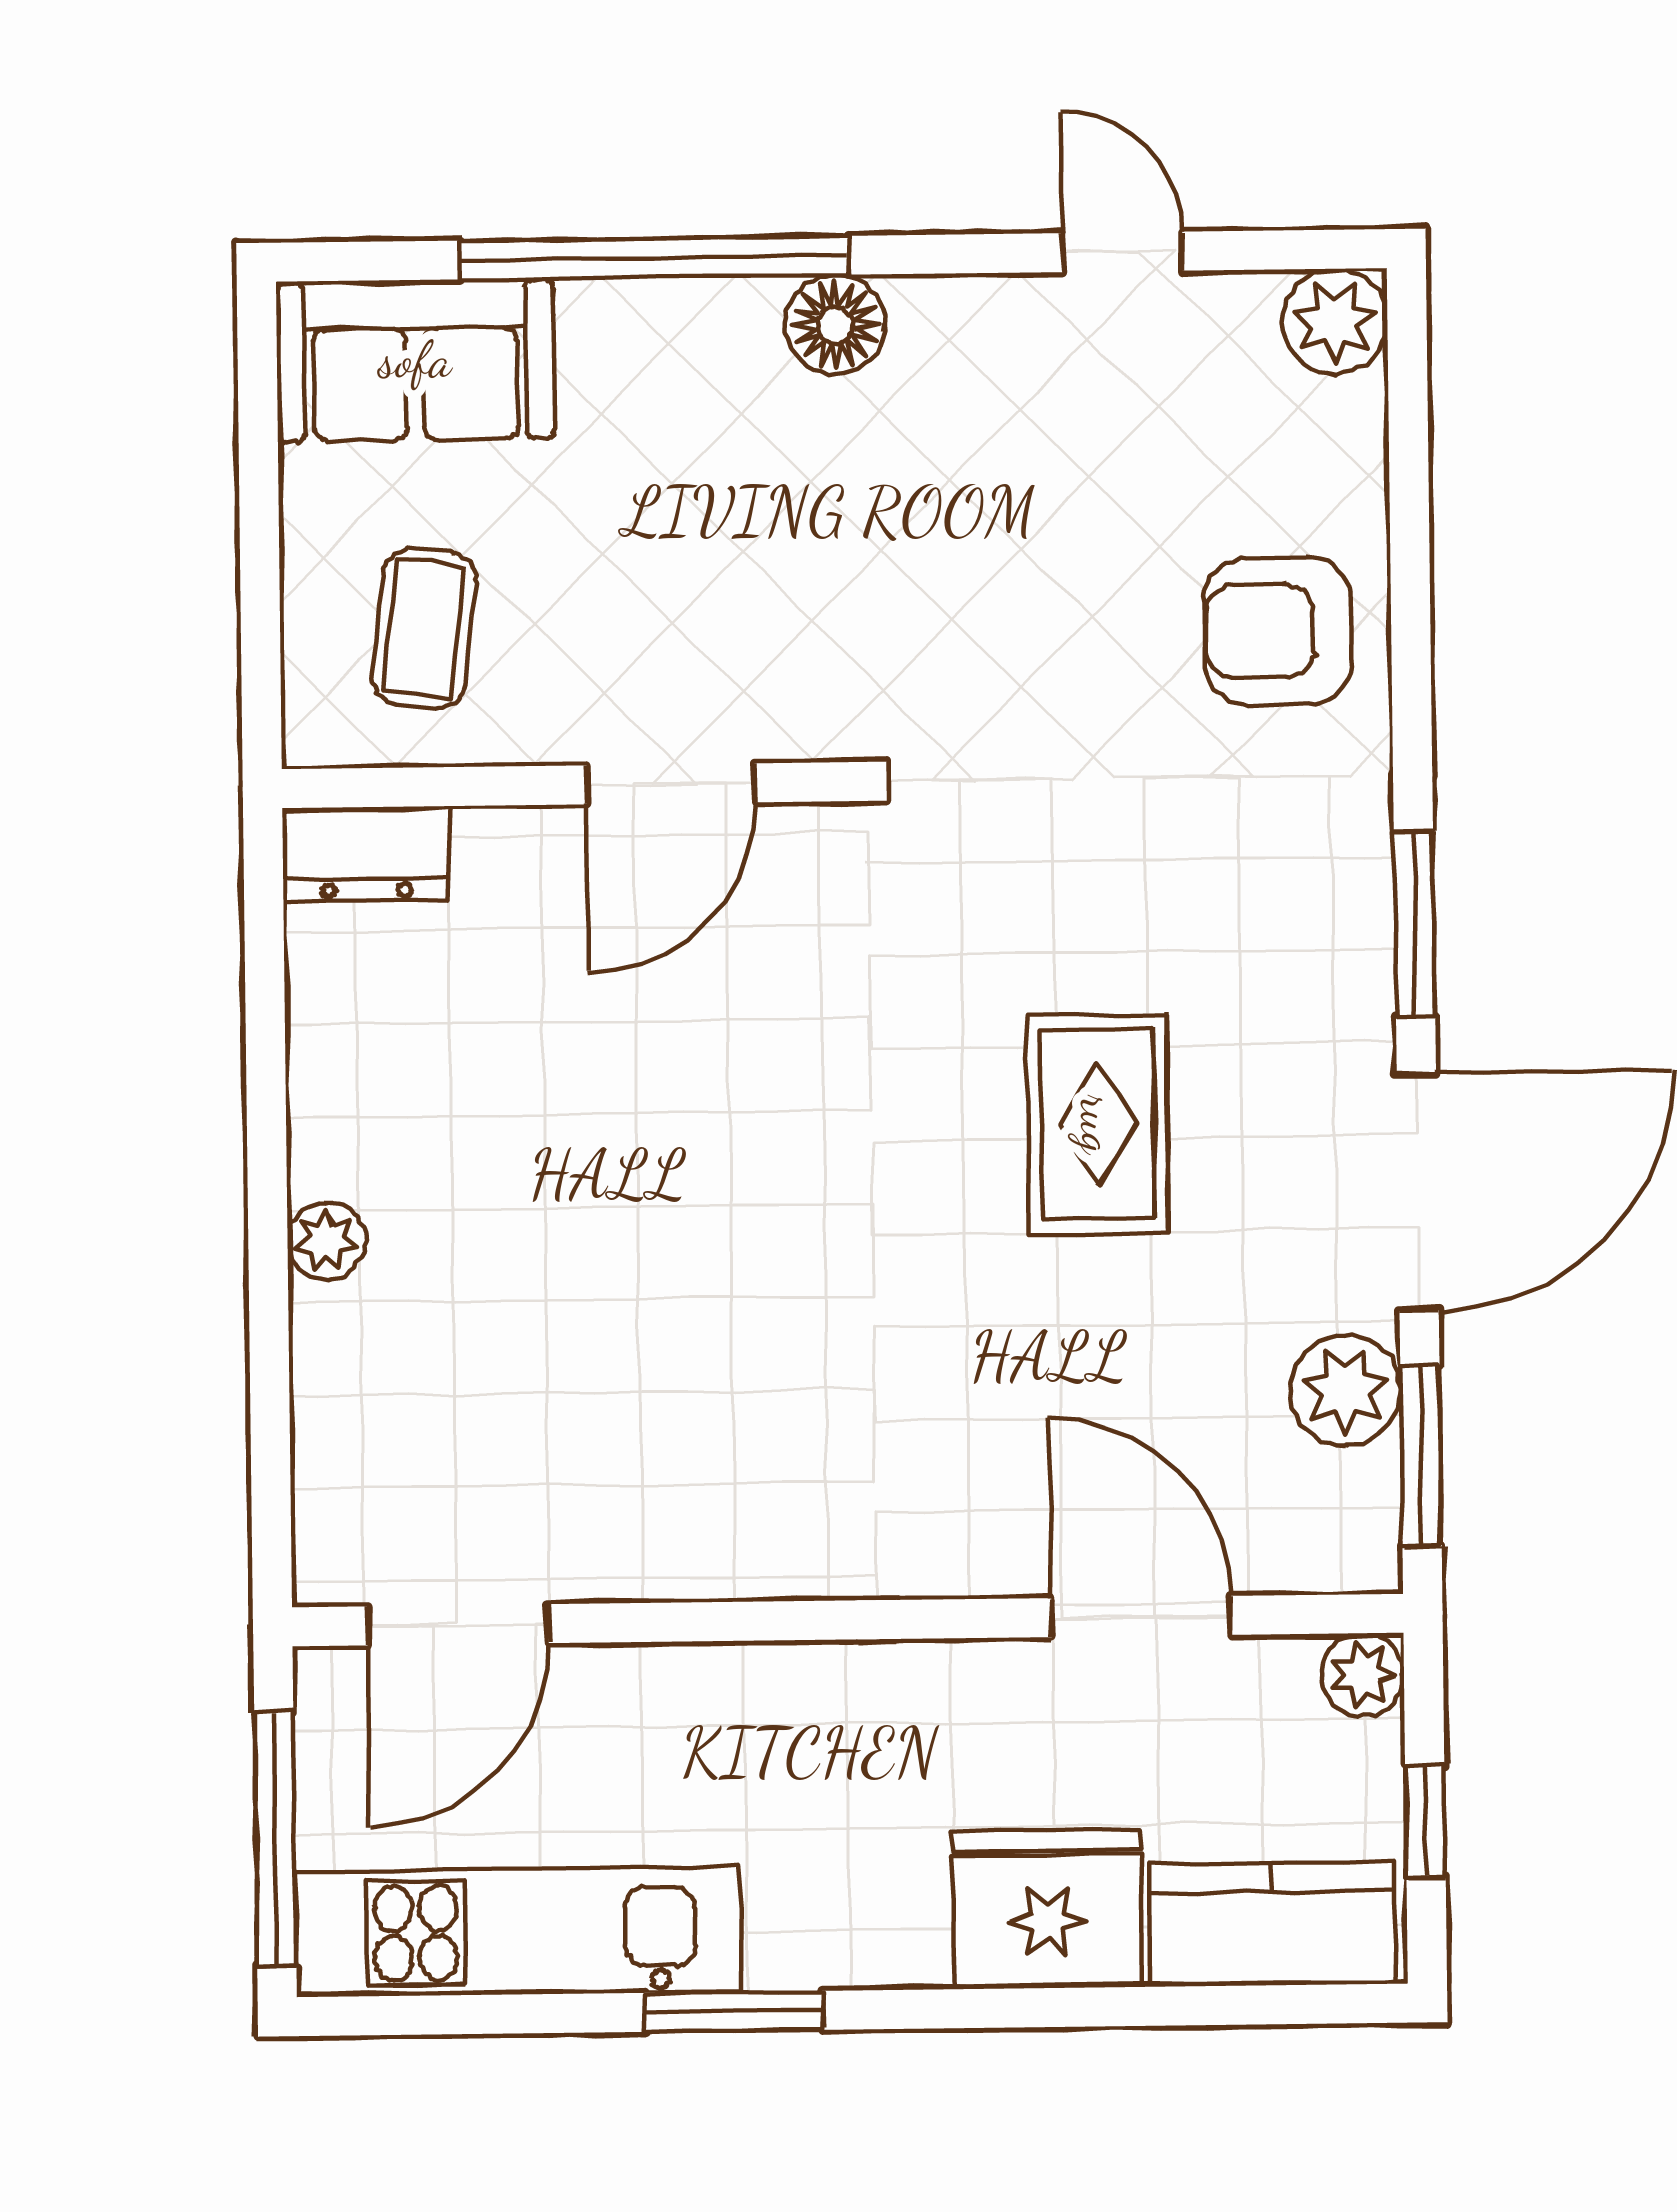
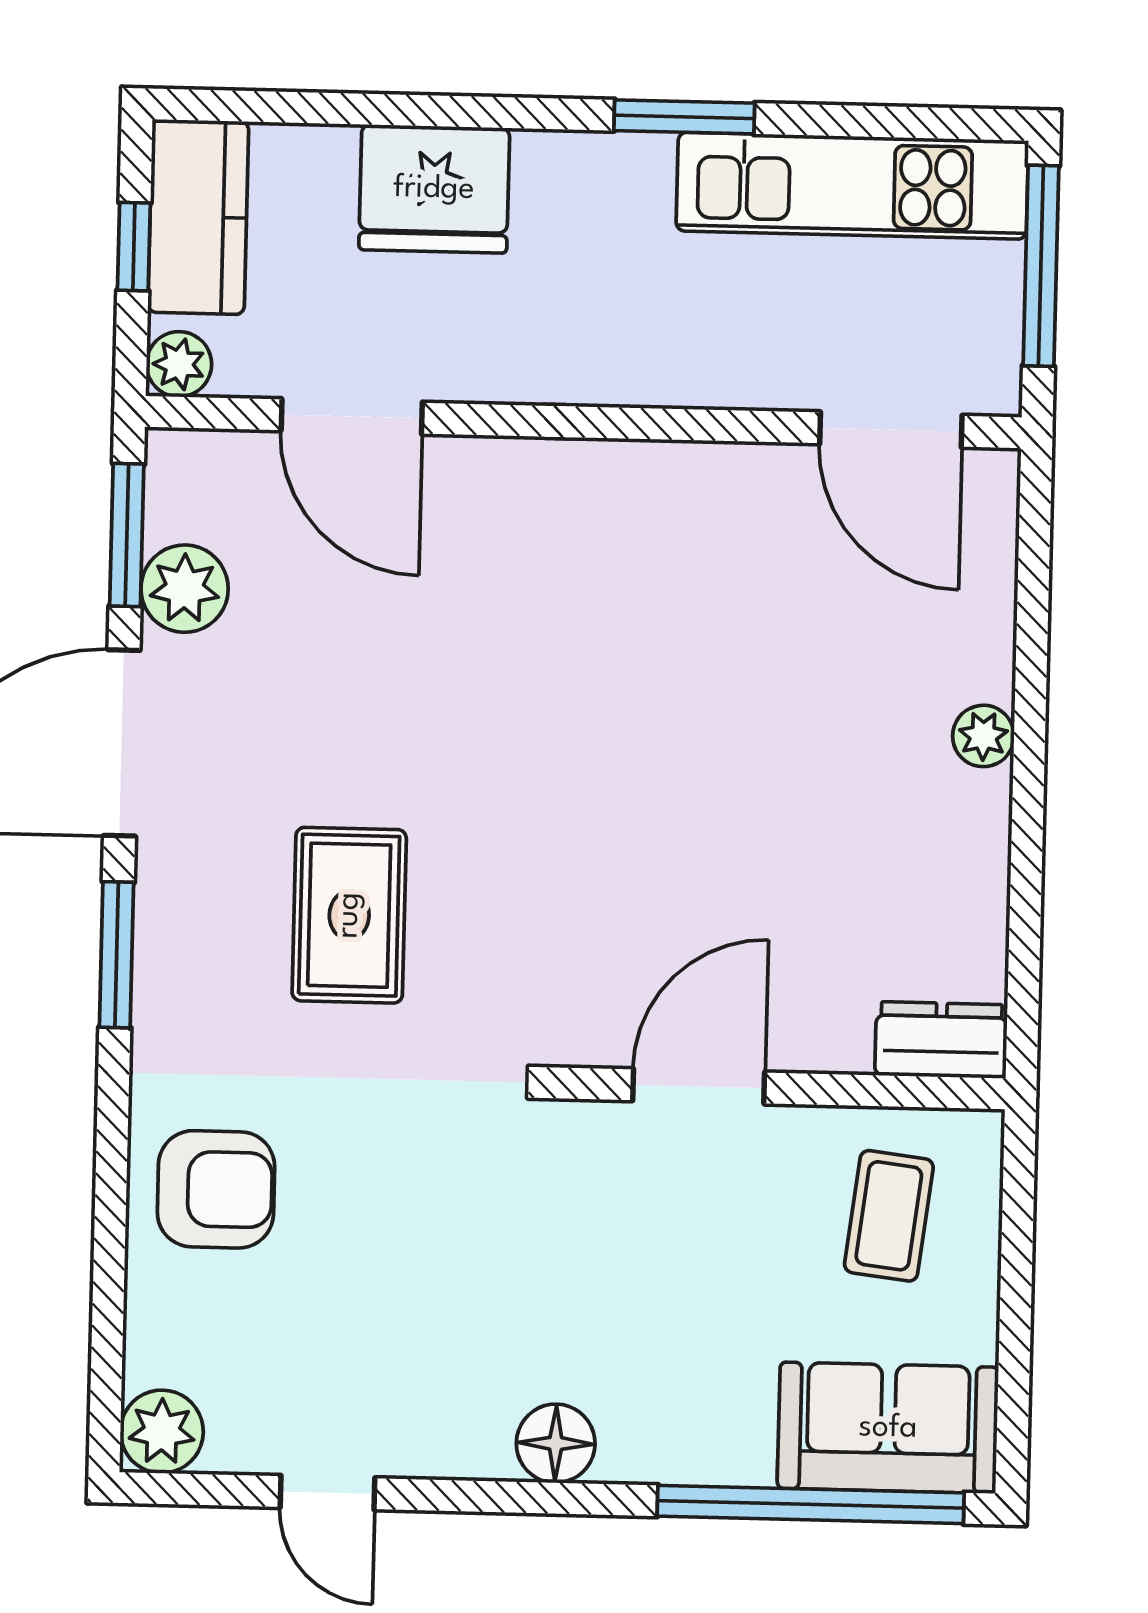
window: (655, 258) -> (811, 1504), moved
rug: (1098, 1124) -> (349, 915), moved
door: (458, 1625) -> (891, 430), swing flipped
kitchen counter: (1272, 1924) -> (198, 217), moved, turned -90

